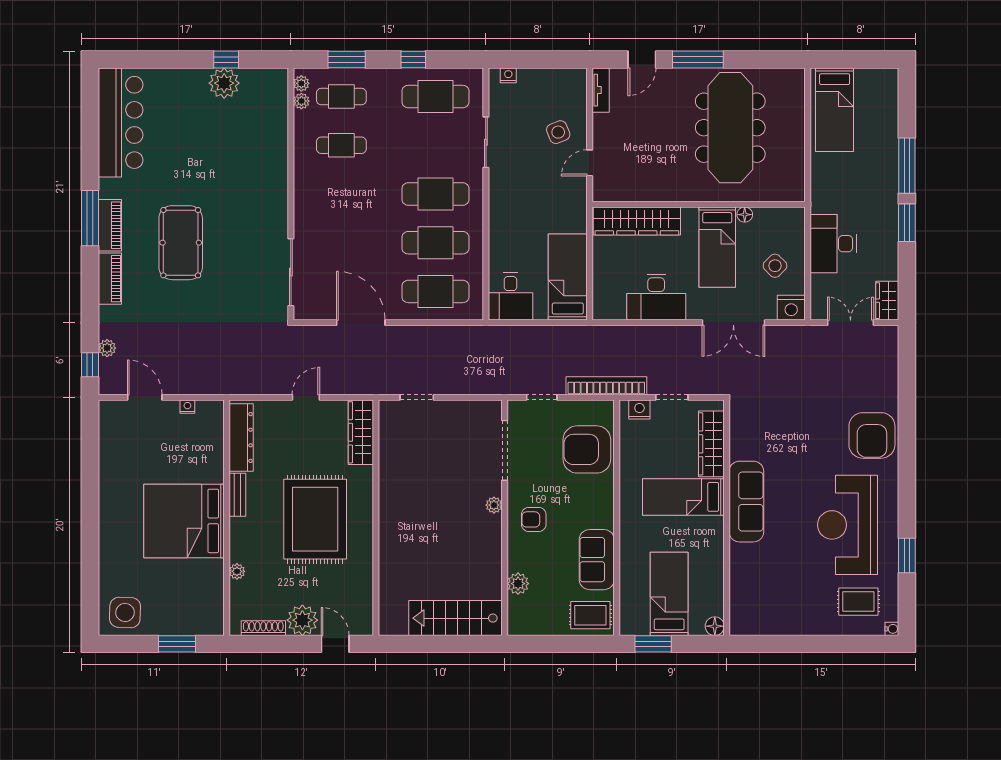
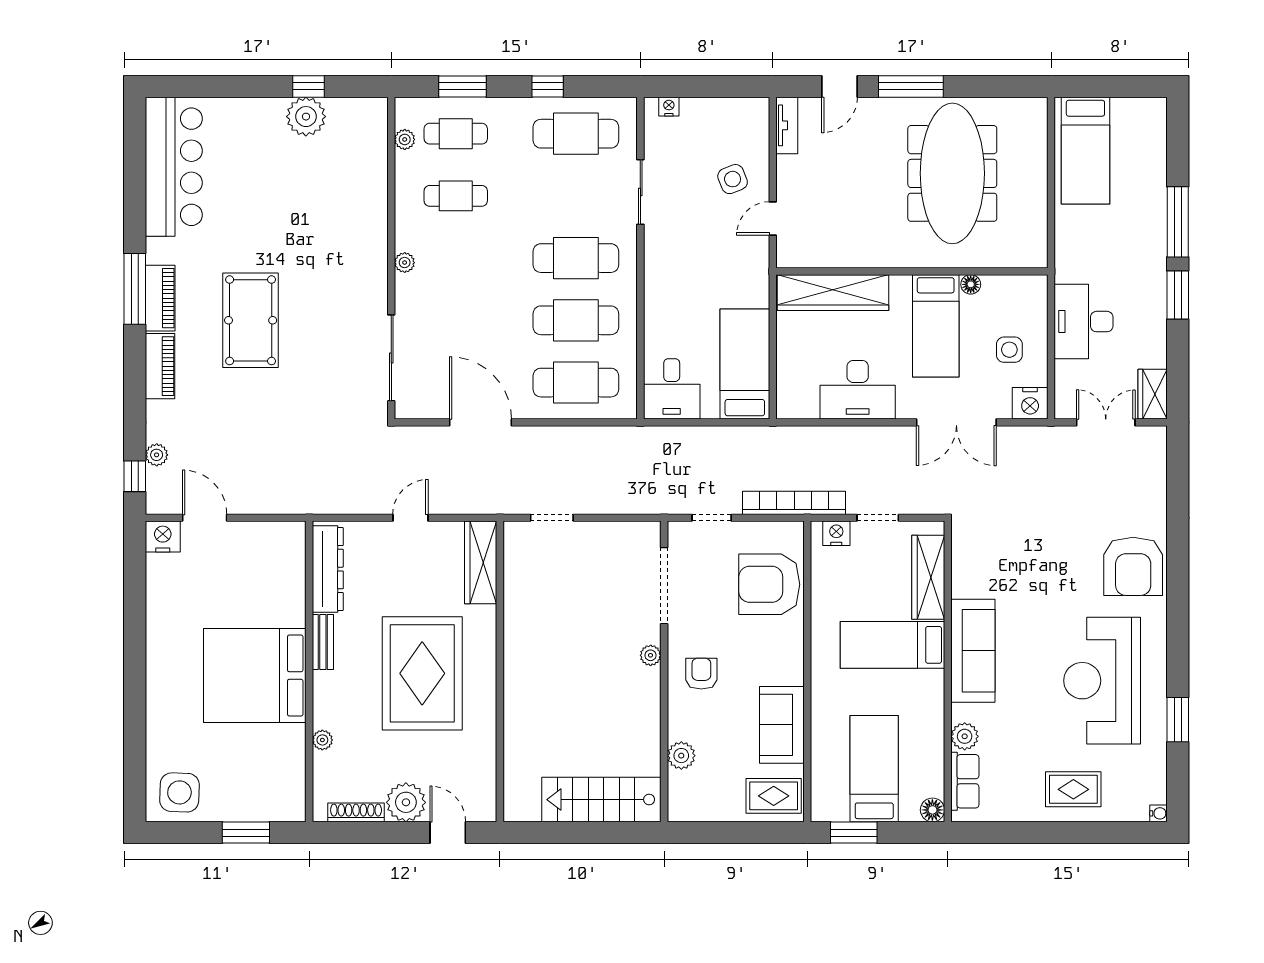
plant: (301, 83) -> (405, 263), moved
side table: (775, 266) -> (1009, 350), turned 45
nightstand: (187, 407) -> (163, 537), moved, width x1.89, depth x1.79
armchair: (534, 519) -> (701, 674), turned 90
plant: (740, 569) -> (965, 736), added
rug: (858, 602) -> (1073, 789), moved
row of seats: (740, 604) -> (965, 781), added

